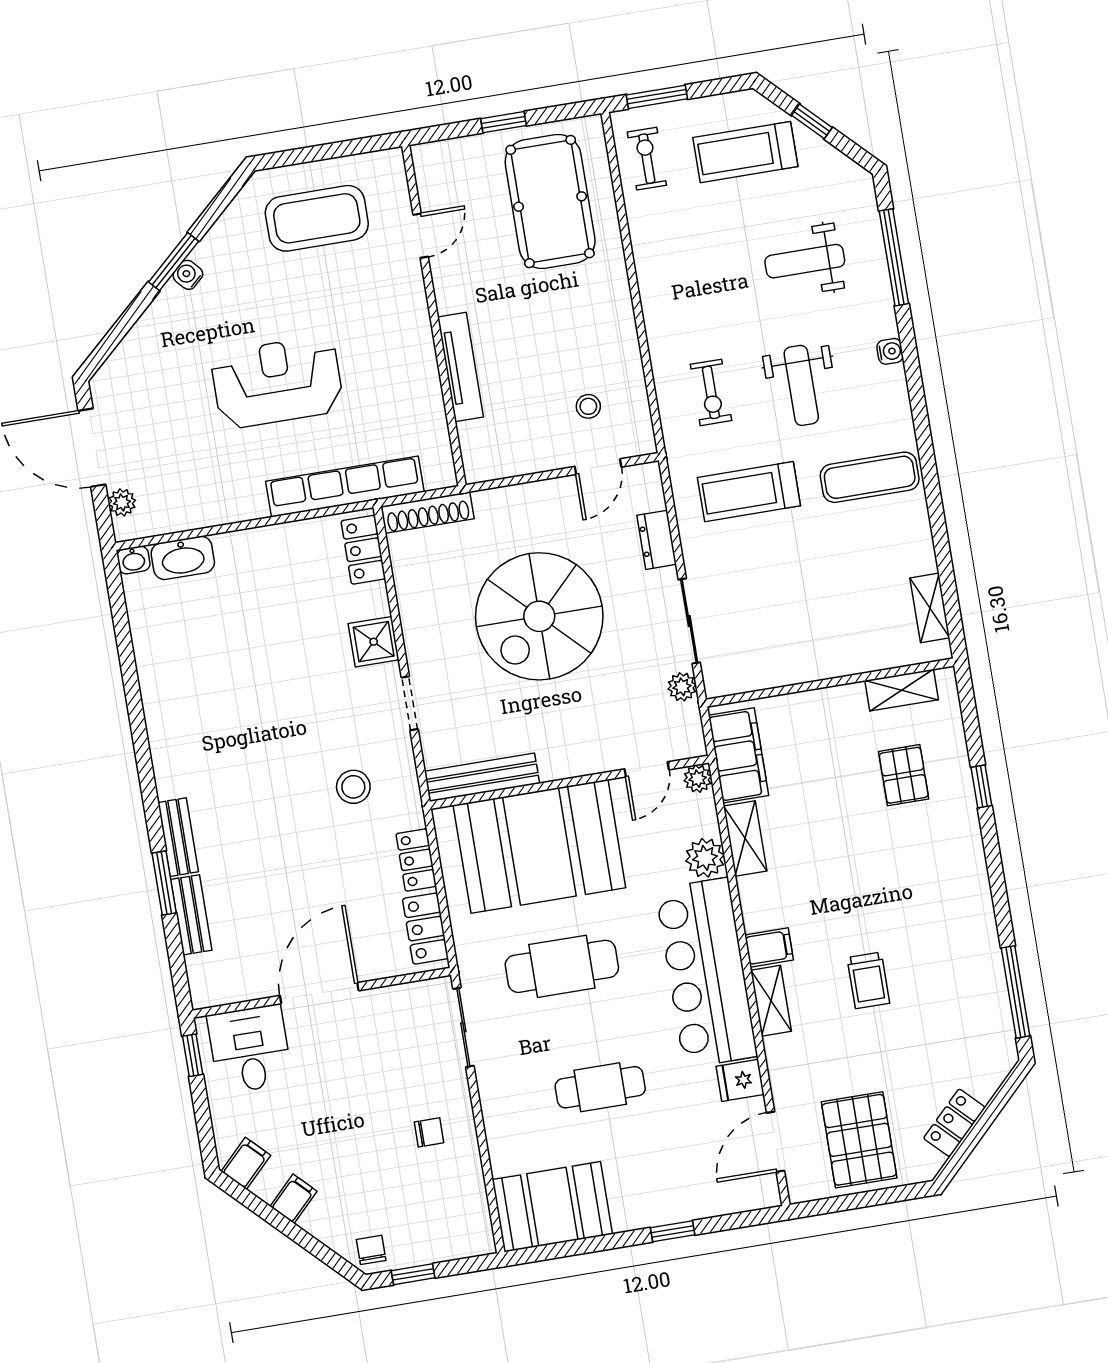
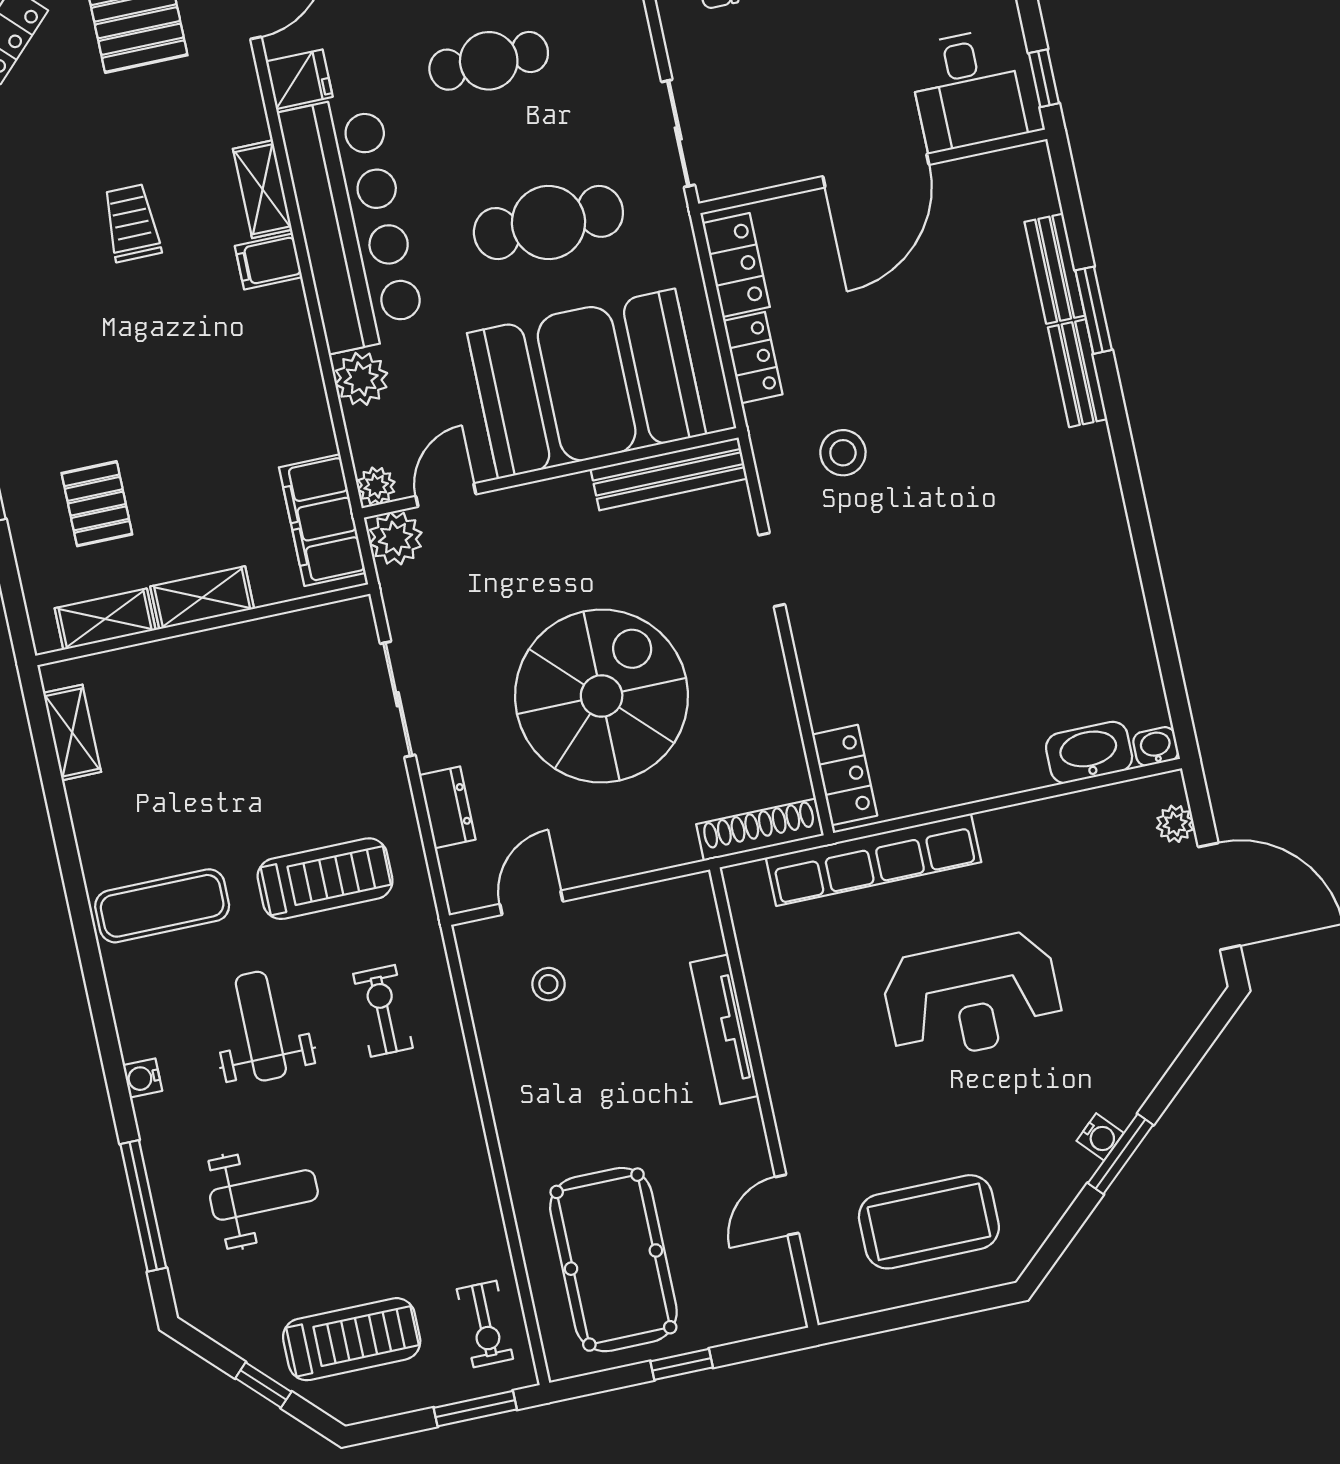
shower: (374, 642) -> (825, 651), removed
plant: (682, 687) -> (395, 538), moved, width x1.38, depth x1.38
shelving: (745, 839) -> (202, 598), moved, turned 90

